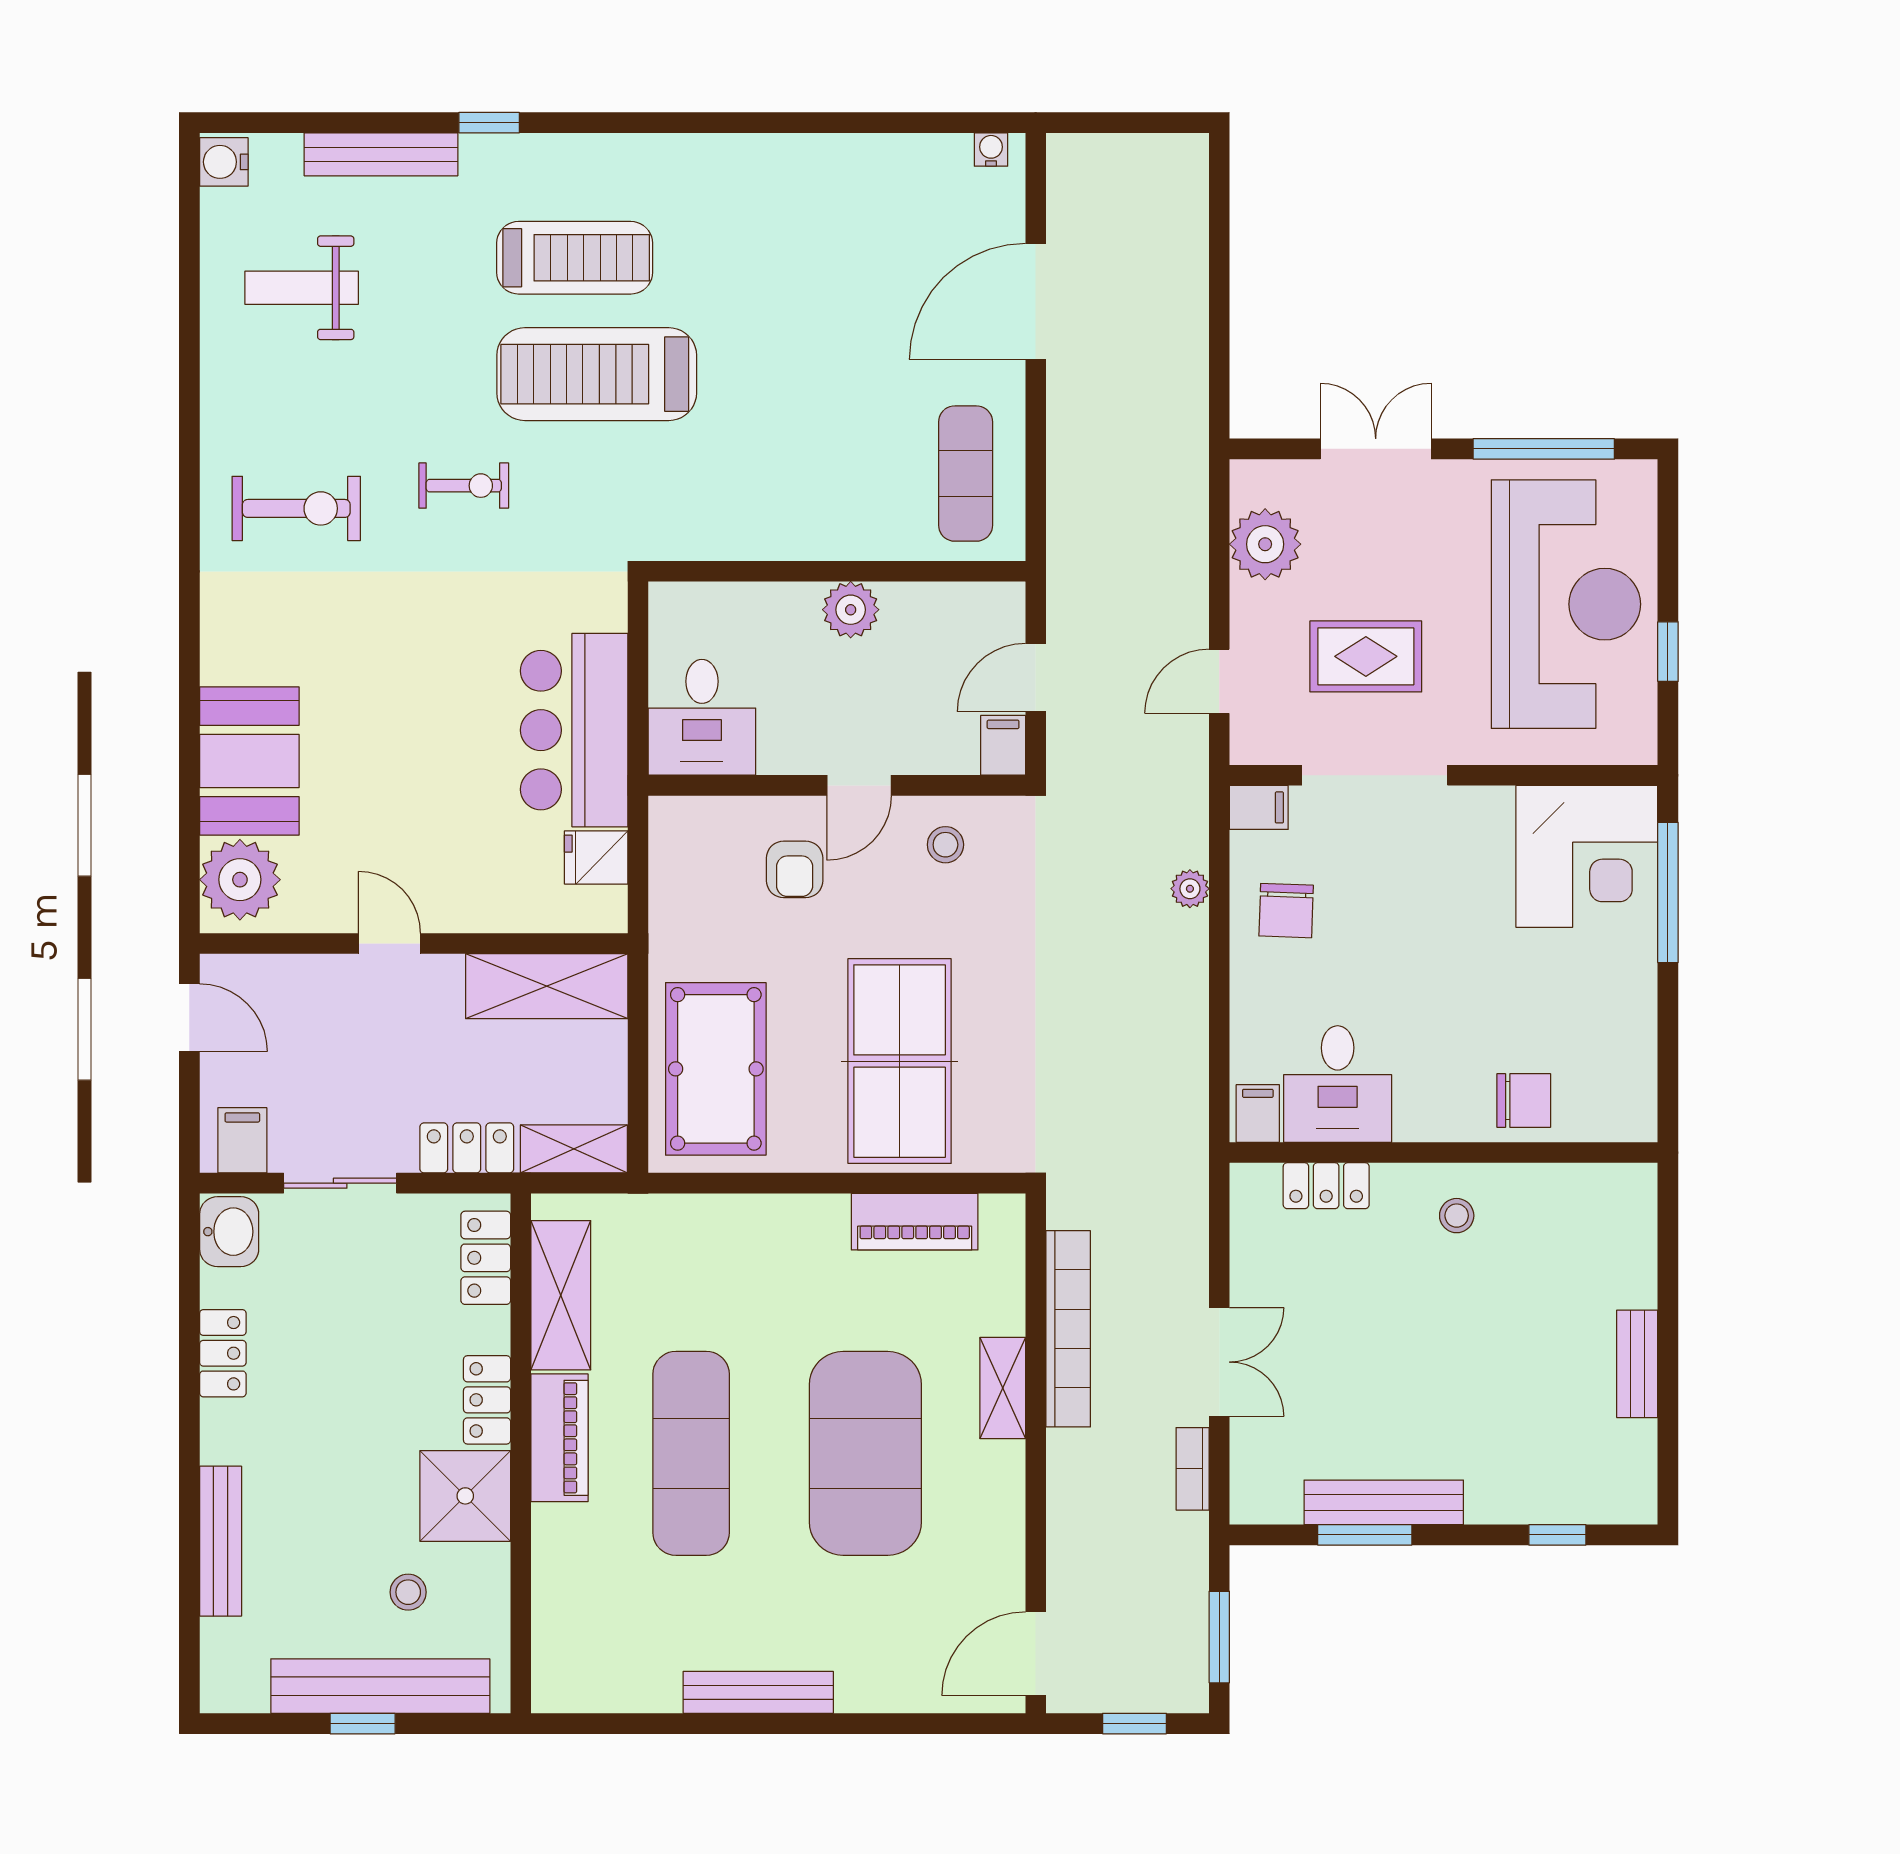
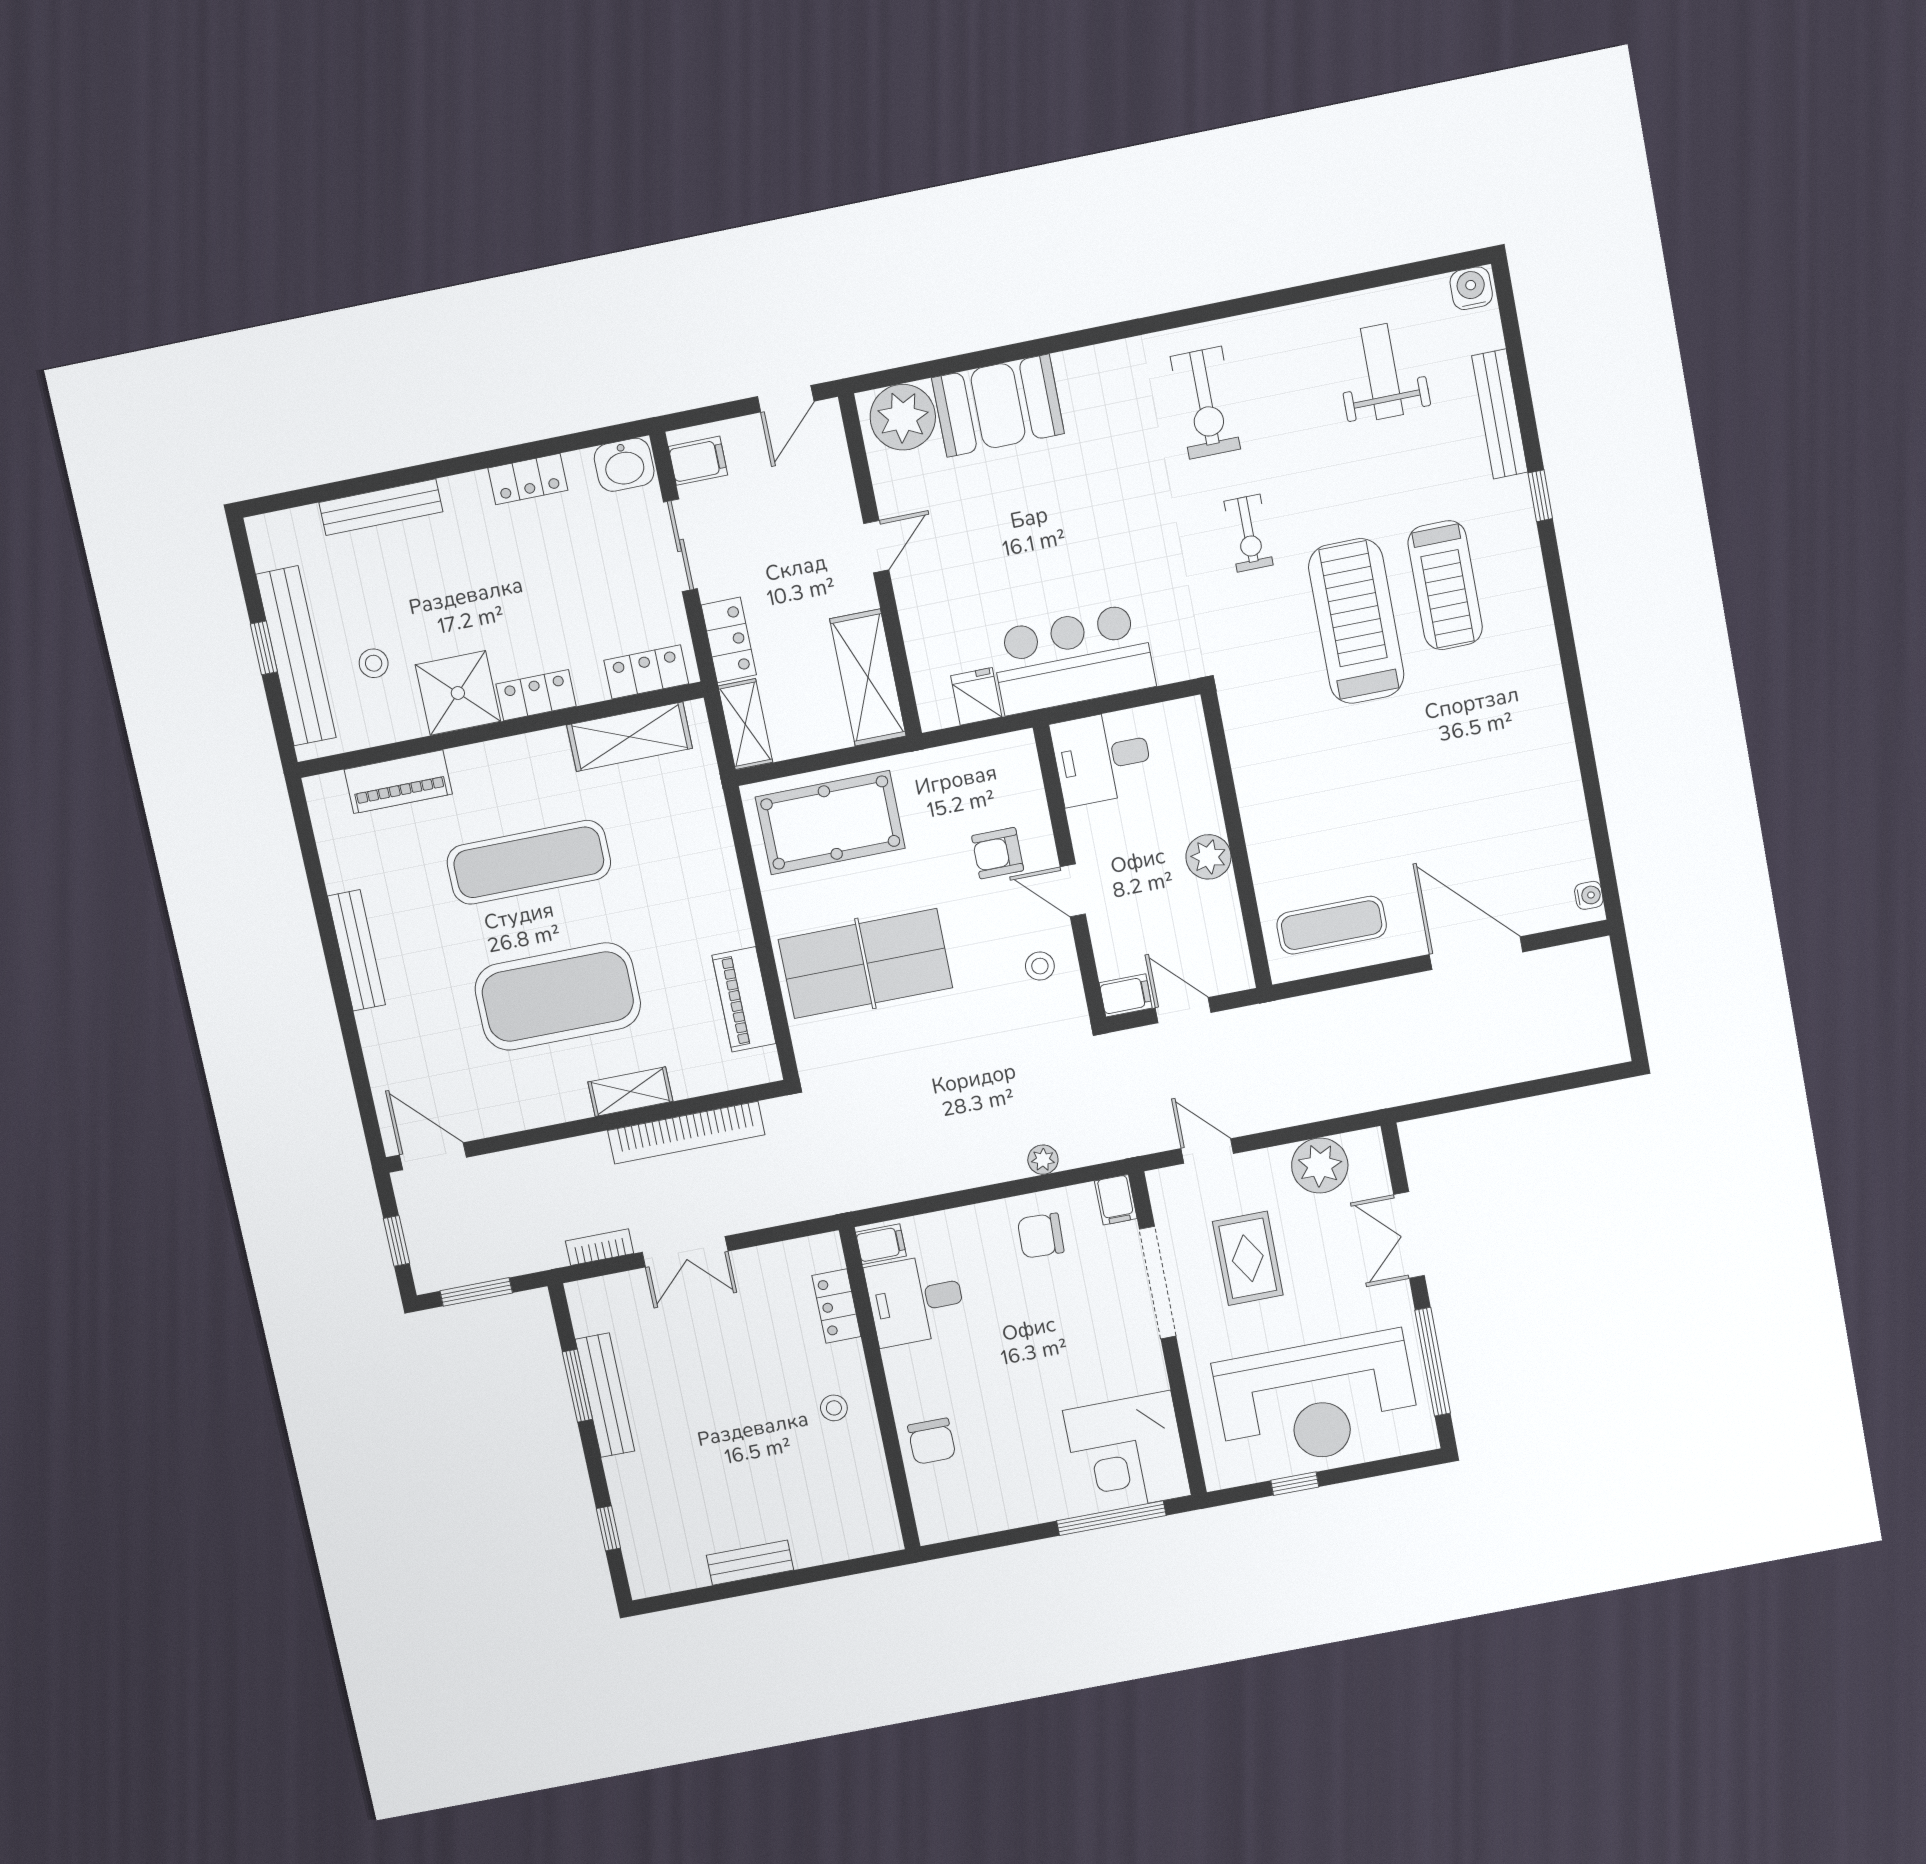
double door: (1376, 449) -> (1409, 1235), swing flipped
piano: (560, 1438) -> (398, 782), moved

